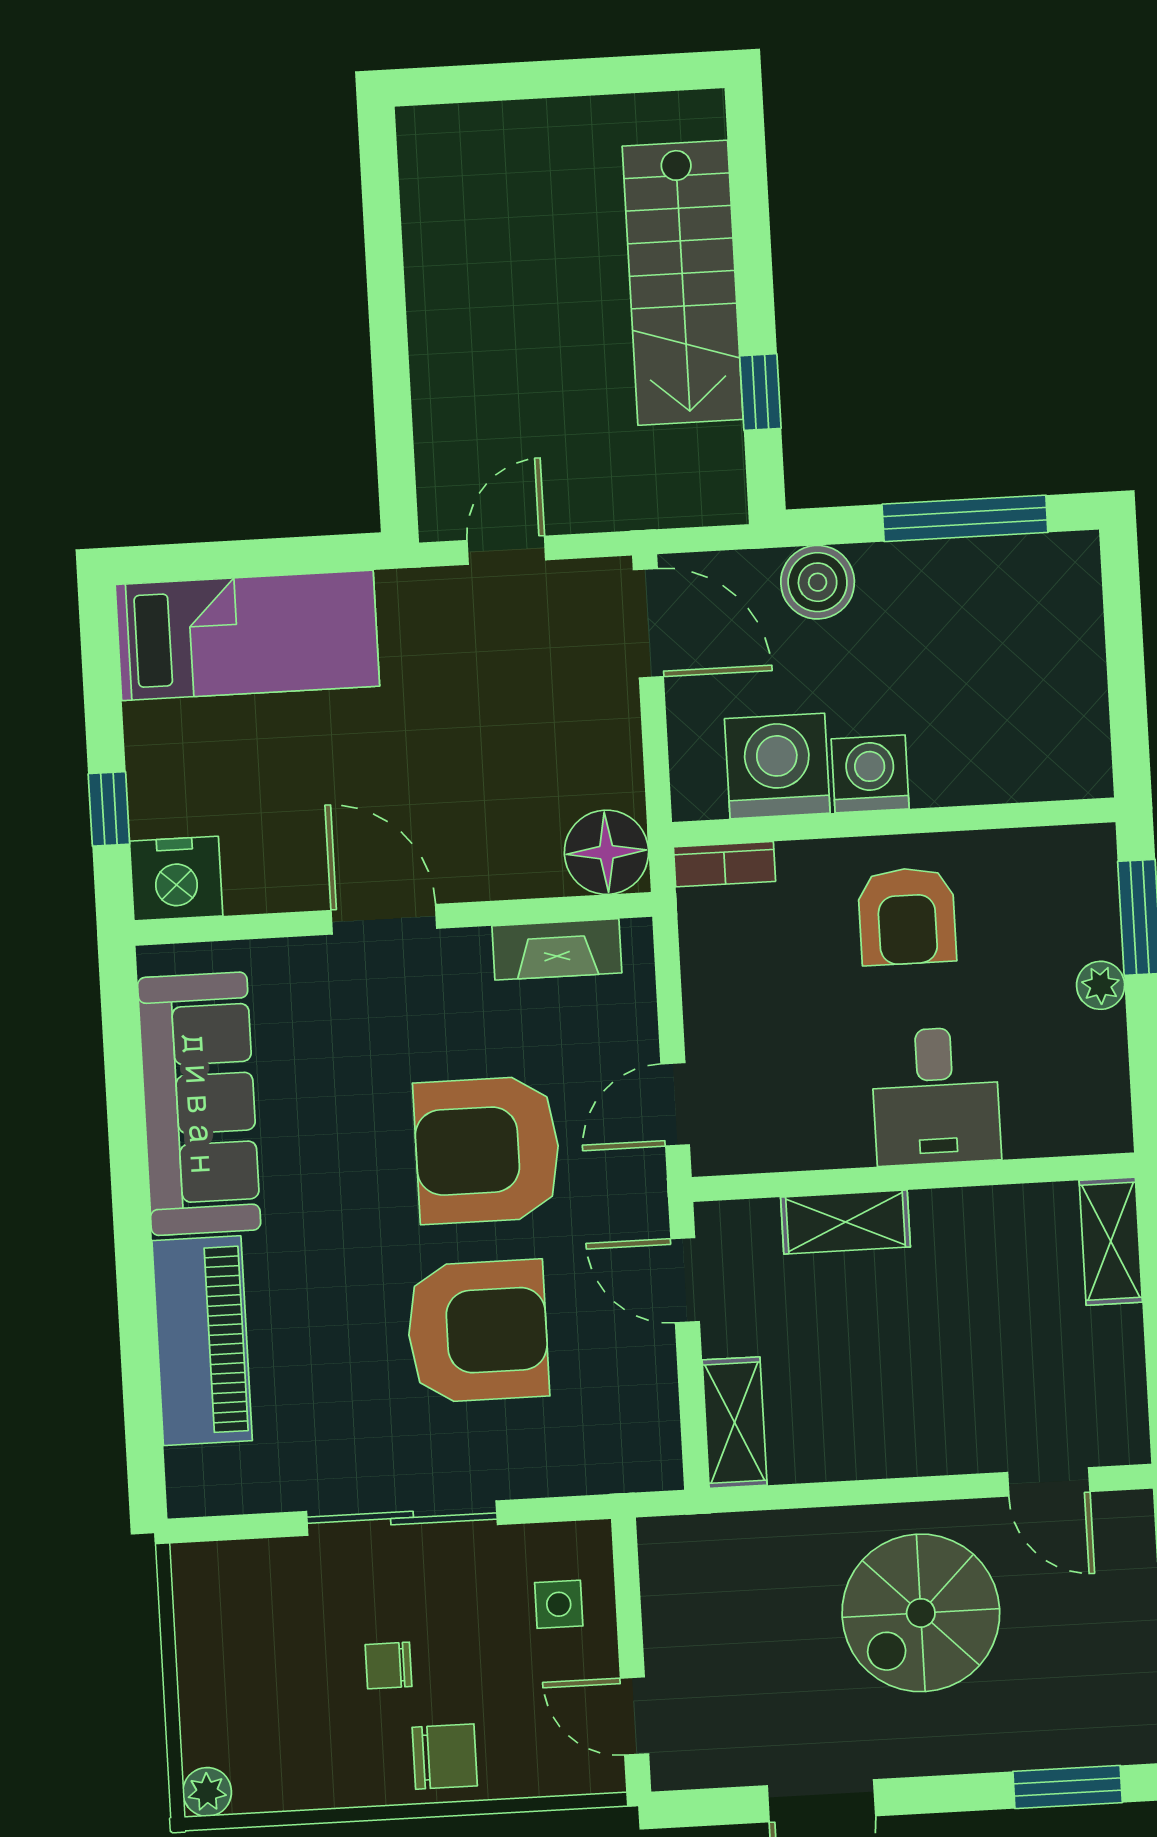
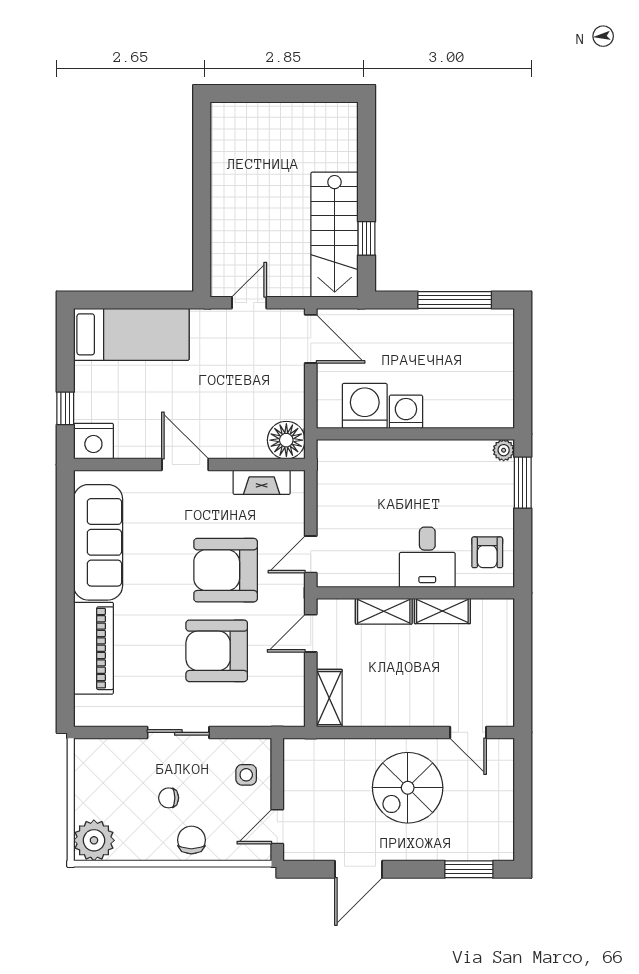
stairs: (683, 283) -> (335, 235), moved
boiler: (818, 582) -> (387, 325), removed
bookcase: (724, 864) -> (339, 448), removed
armchair: (907, 916) -> (487, 552), moved, width x0.72, depth x0.72
plant: (1101, 985) -> (504, 450), moved
shelving: (1111, 1241) -> (442, 611), moved, turned 90
door: (685, 1280) -> (311, 633), hinge flipped
armchair: (477, 1331) -> (217, 651), turned 180
sliding door: (402, 1518) -> (178, 732), width x0.73
door: (634, 1716) -> (277, 827), hinge flipped
chair: (445, 1757) -> (191, 840), turned -90
plant: (207, 1792) -> (94, 840), width x1.88, depth x1.88

